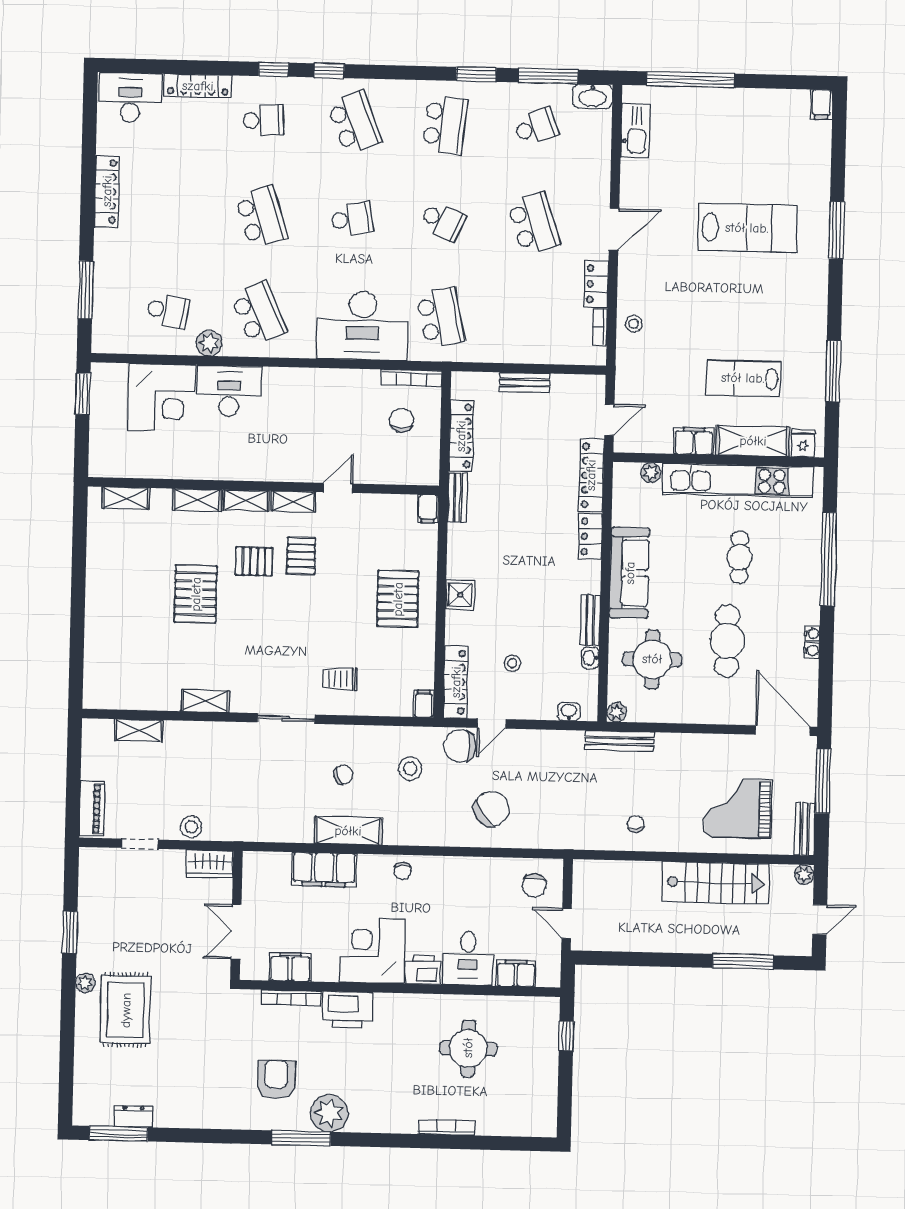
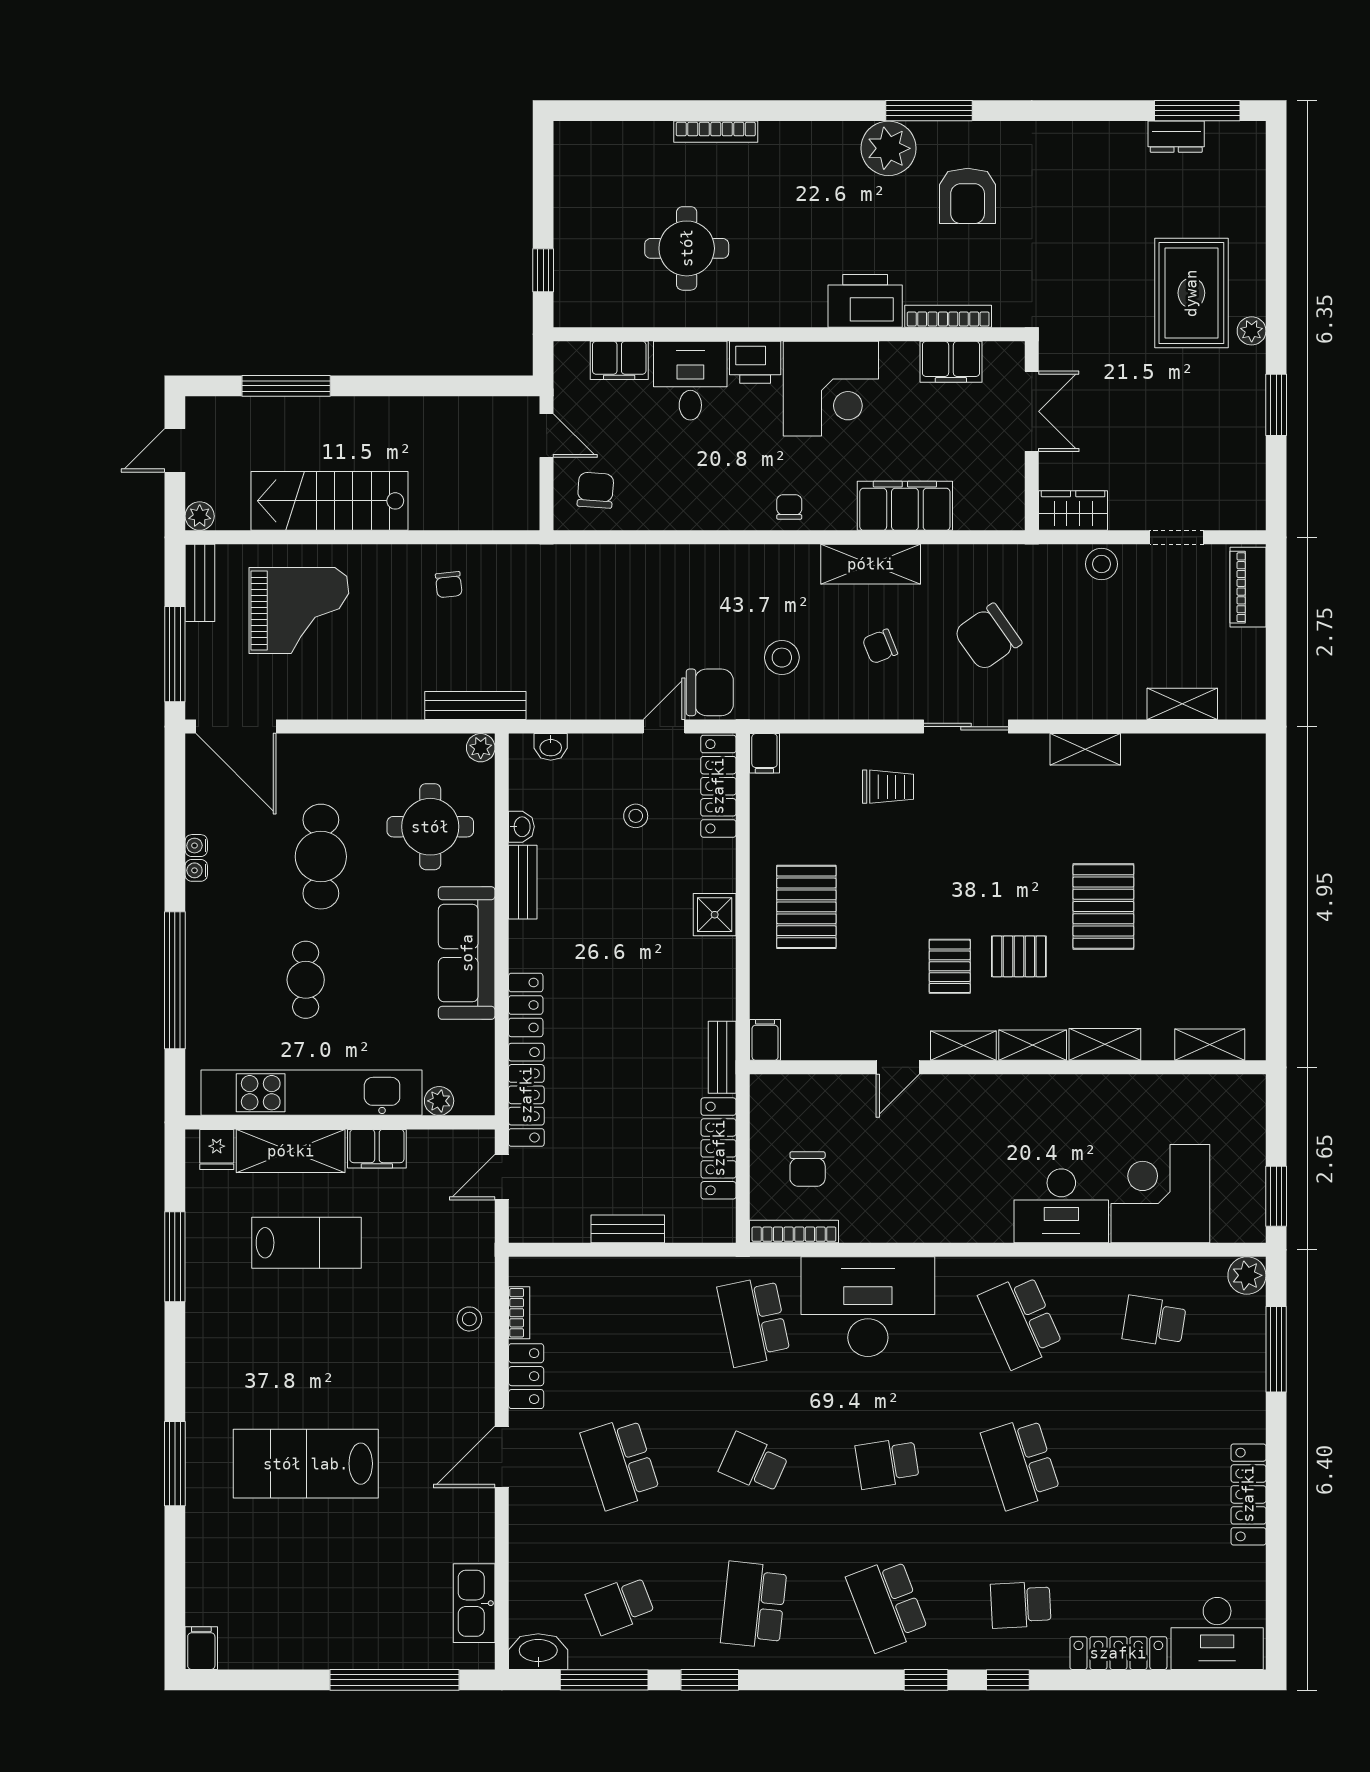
plant: (209, 343) -> (1247, 1275), moved
chair: (492, 809) -> (988, 637), moved

